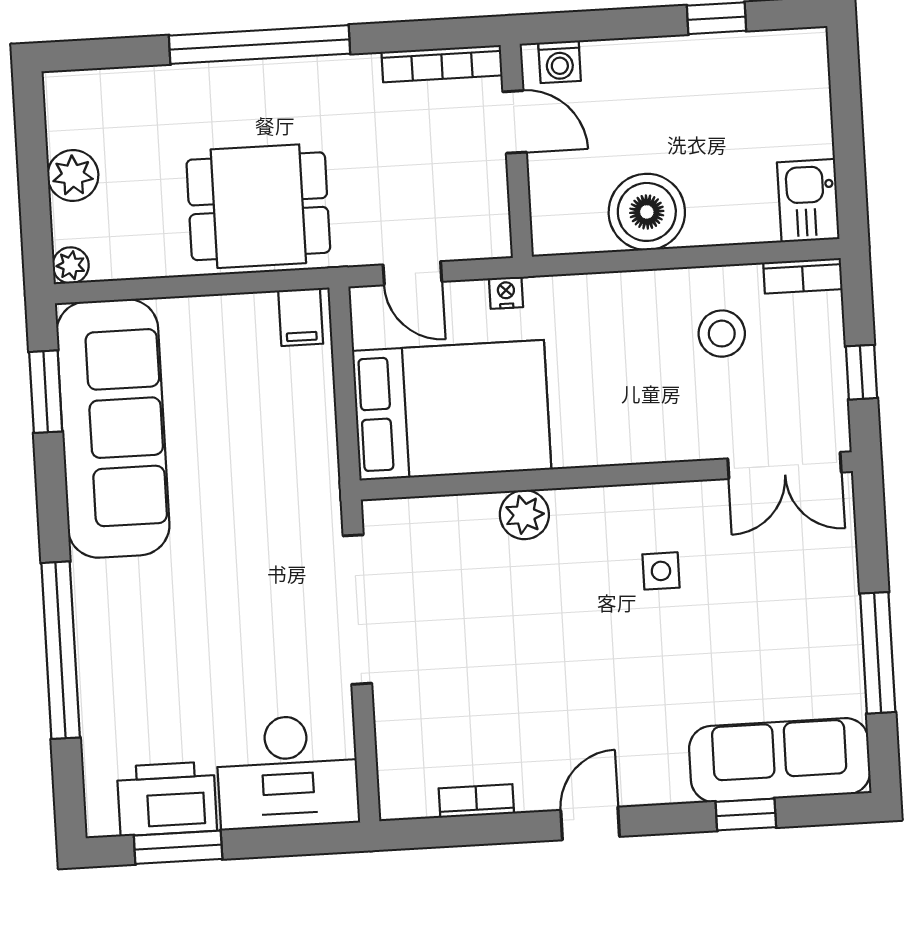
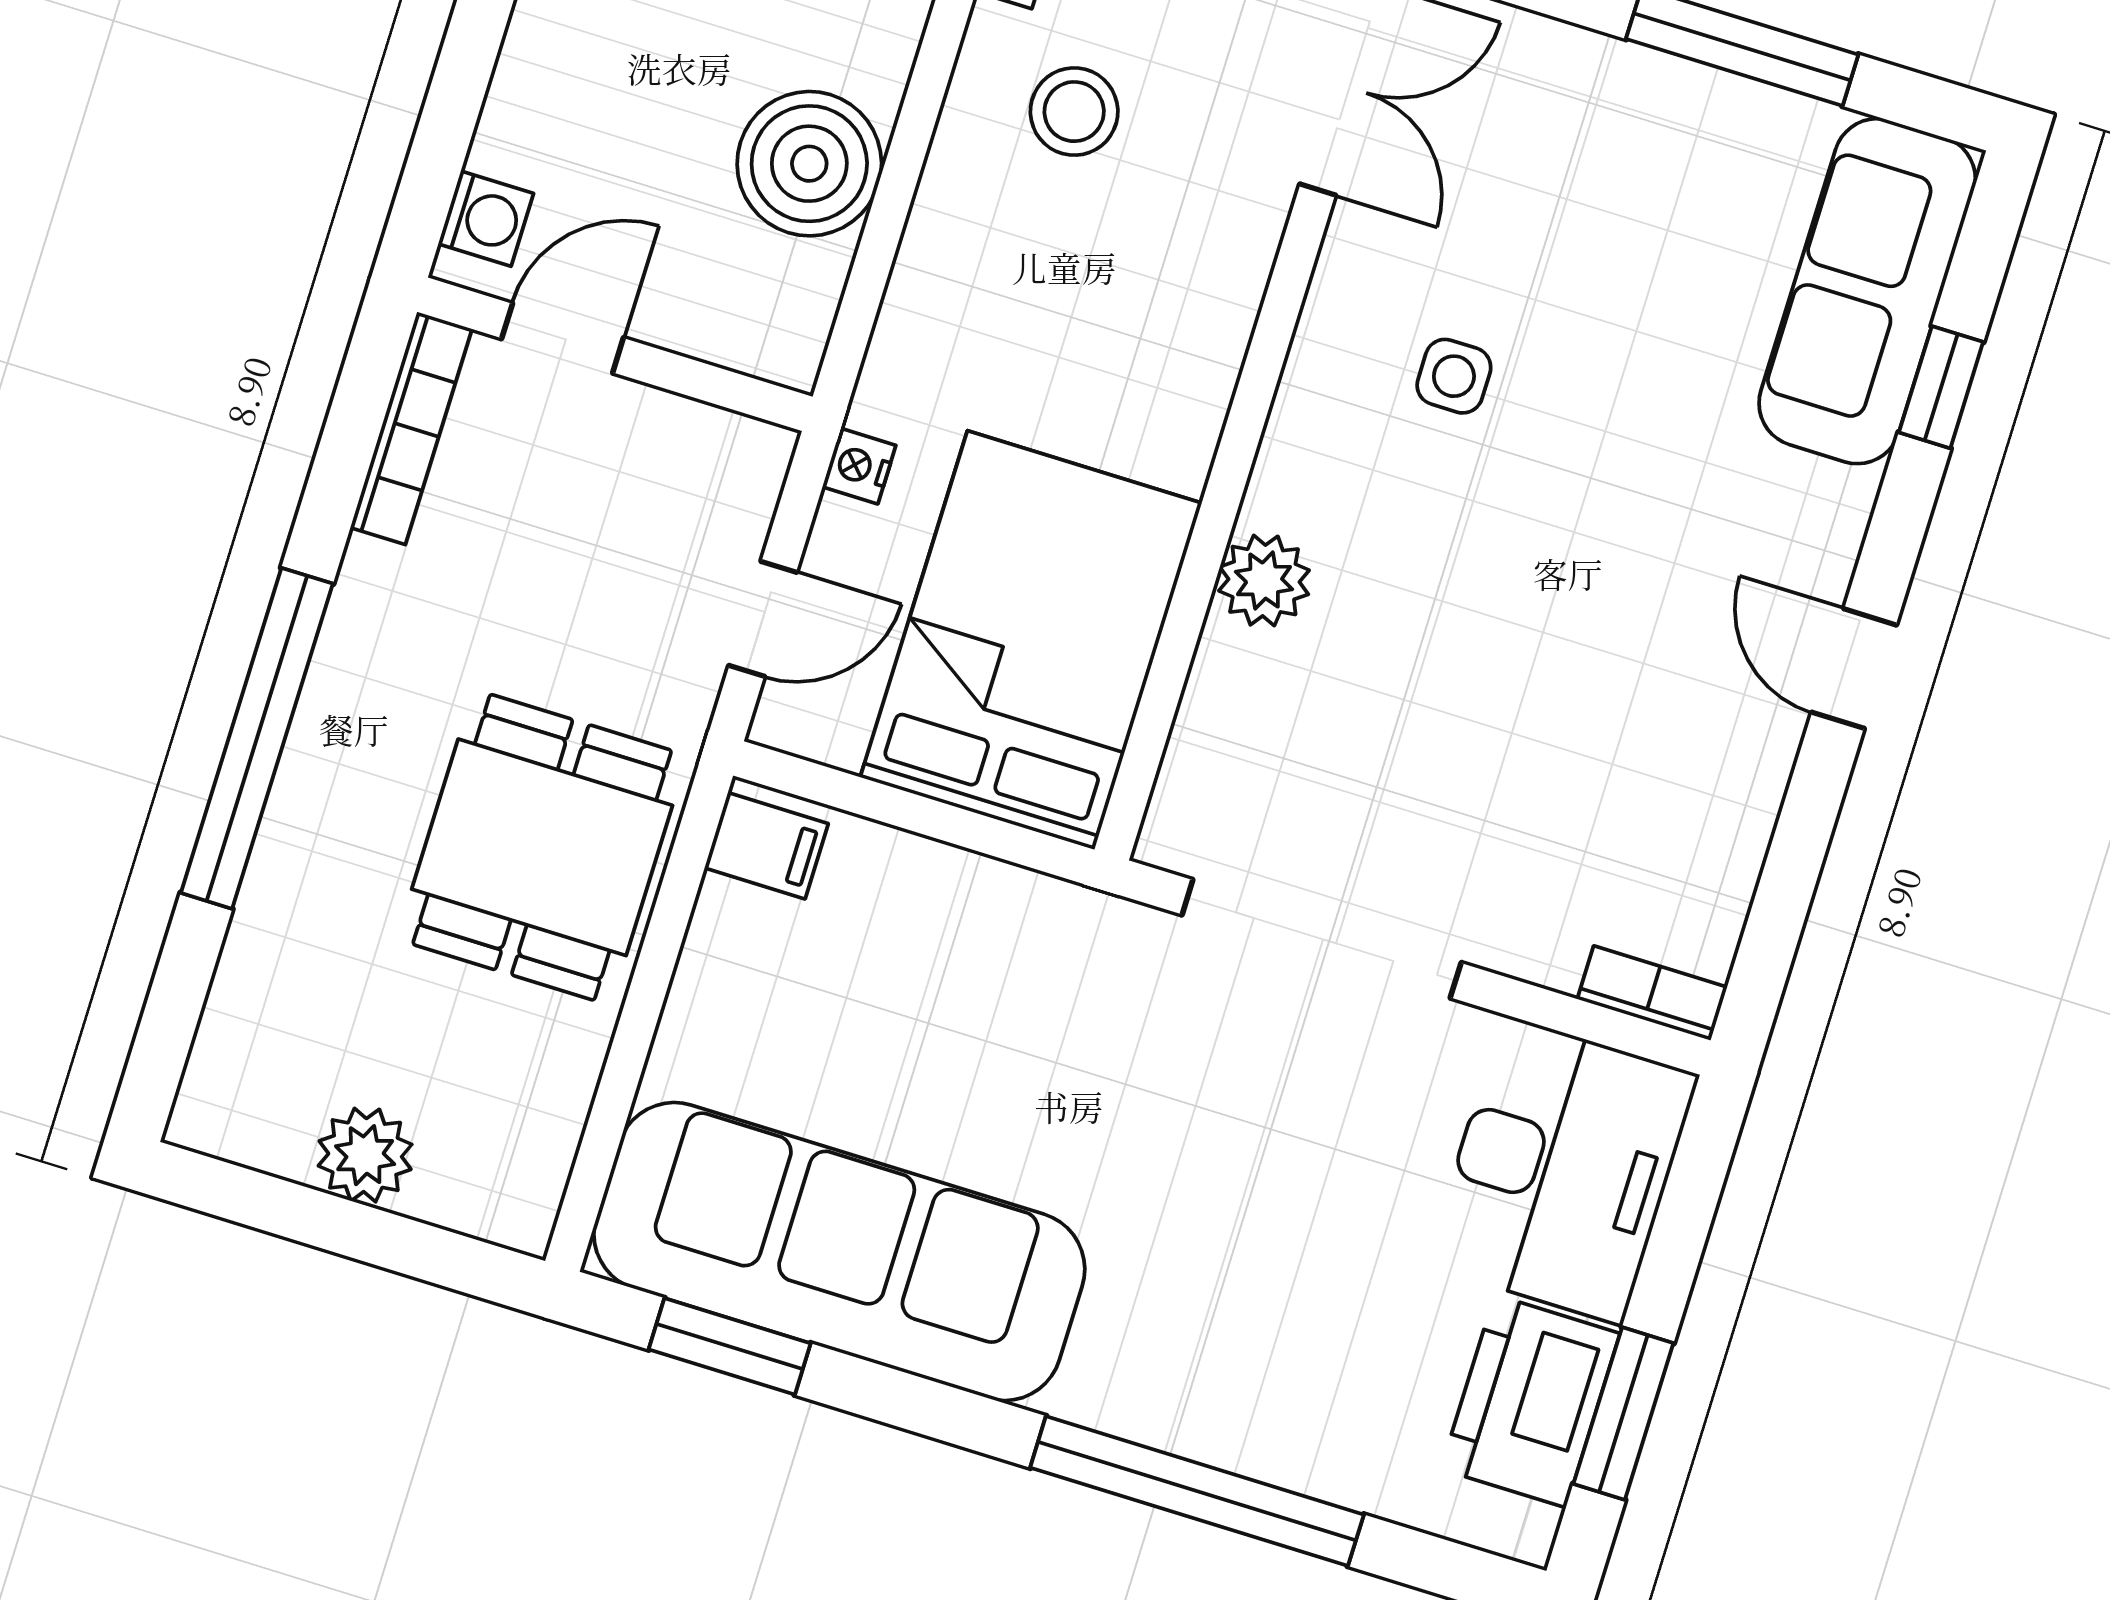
plant: (71, 265) -> (523, 1218), removed
bookcase: (476, 801) -> (1652, 993), moved, turned 90

